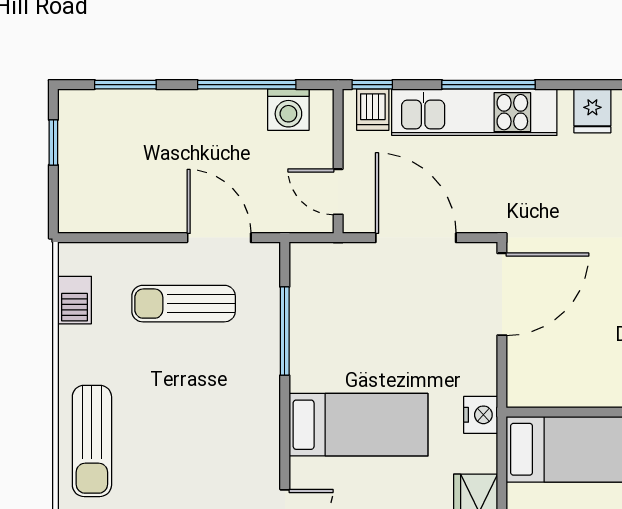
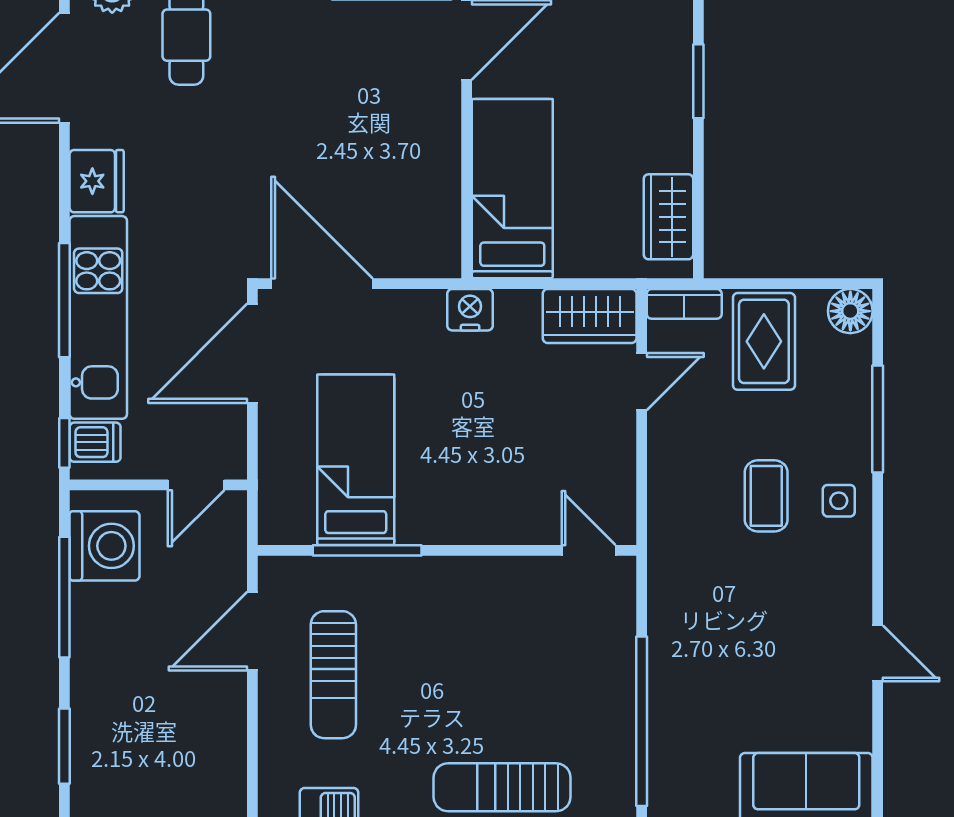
washing machine: (288, 110) -> (104, 546), width x1.37, depth x1.37
fridge: (592, 111) -> (97, 181), width x1.38
door: (416, 238) -> (252, 353), moved
bed: (358, 425) -> (356, 460), moved
sun lounger: (92, 441) -> (502, 787), turned 180

